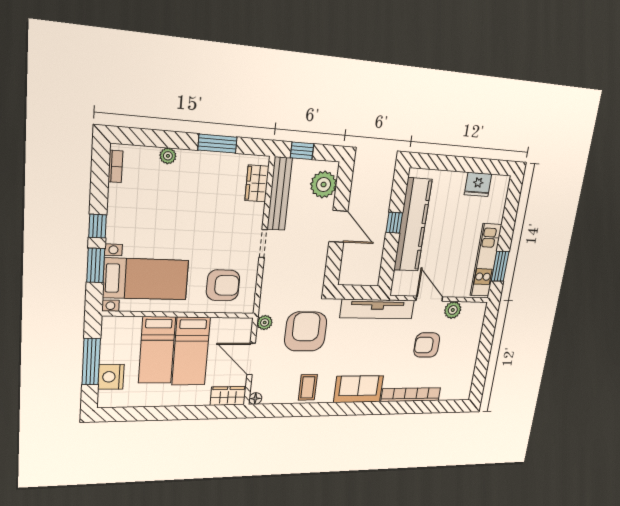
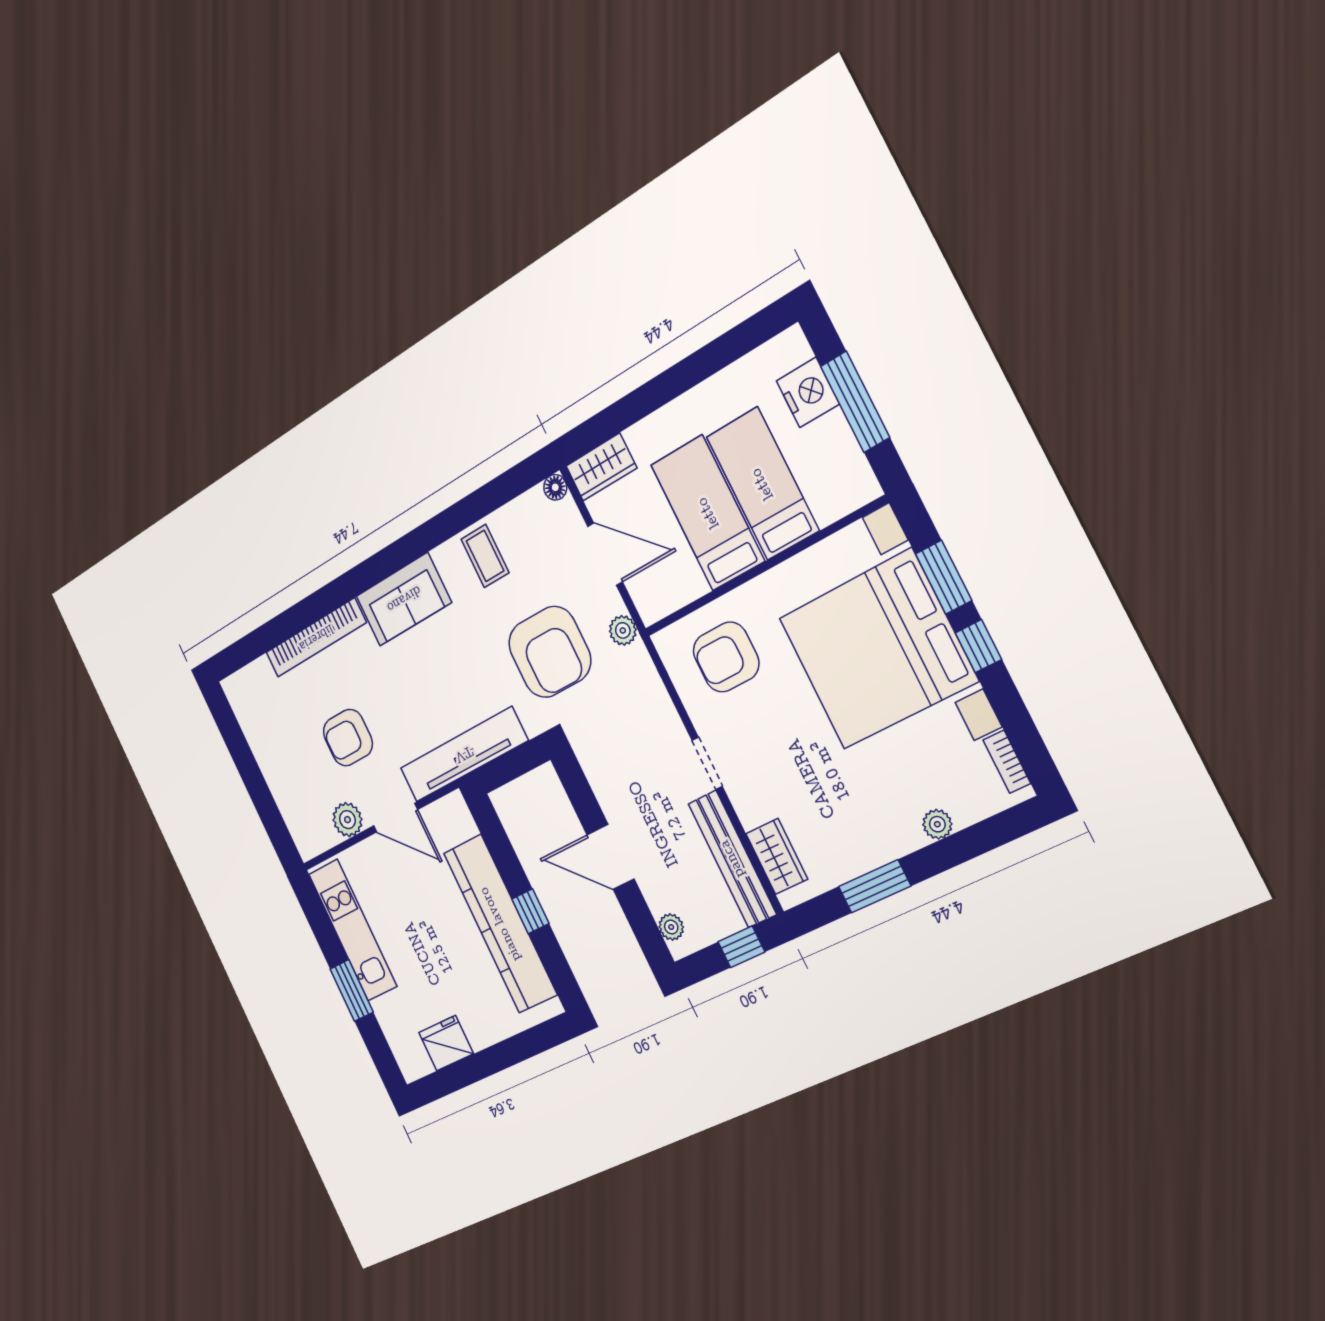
plant: (324, 185) -> (671, 927), width x0.53, depth x0.53
window: (500, 266) -> (352, 990), moved
bed with nightstands: (146, 279) -> (877, 649), width x1.85
armchair: (427, 345) -> (348, 738), turned 180

